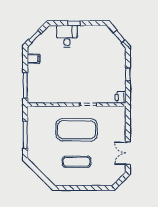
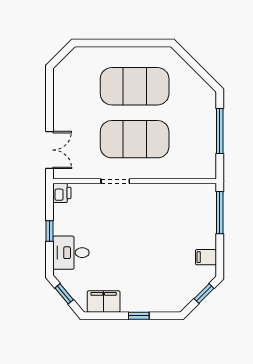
filing cabinet: (95, 32) -> (104, 301), added
desk: (67, 36) -> (71, 253), moved, turned 90
double door: (128, 153) -> (50, 150), moved
exercise mat: (77, 162) -> (135, 86), width x2.00, depth x1.45

